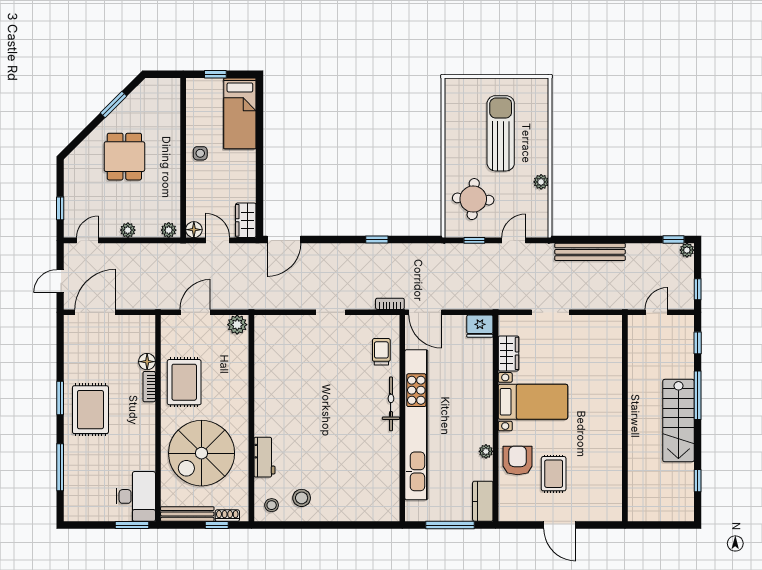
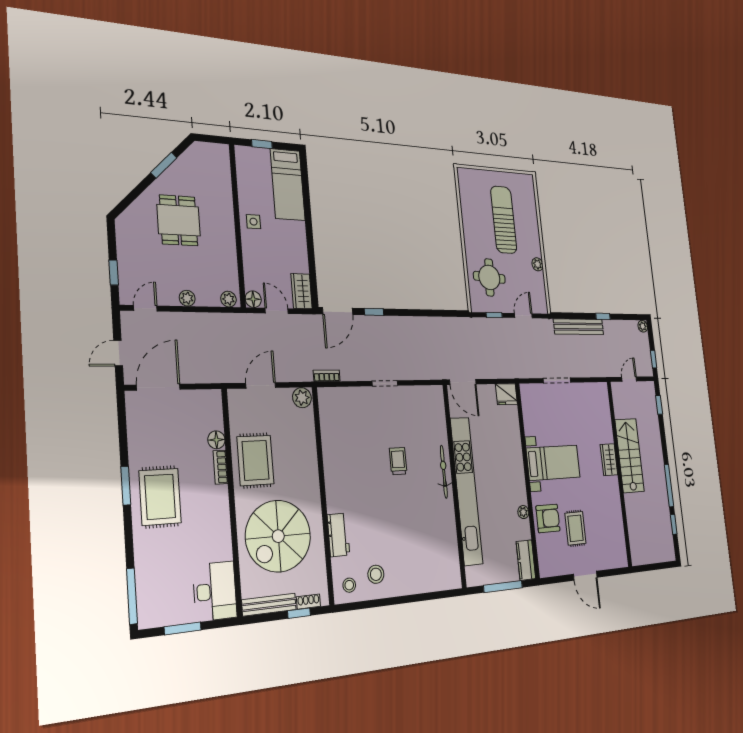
window: (377, 239) -> (374, 312), moved
window: (674, 239) -> (603, 316), moved
bookcase: (390, 304) -> (327, 376), moved
trolley: (381, 352) -> (398, 461), moved
wardrobe: (509, 353) -> (609, 460), moved, turned 180
window: (698, 395) -> (669, 485), moved
stairs: (678, 421) -> (630, 455), moved, turned 180
armchair: (518, 460) -> (548, 518), turned 90
window: (60, 467) -> (132, 596), moved
window: (132, 525) -> (183, 628), moved

